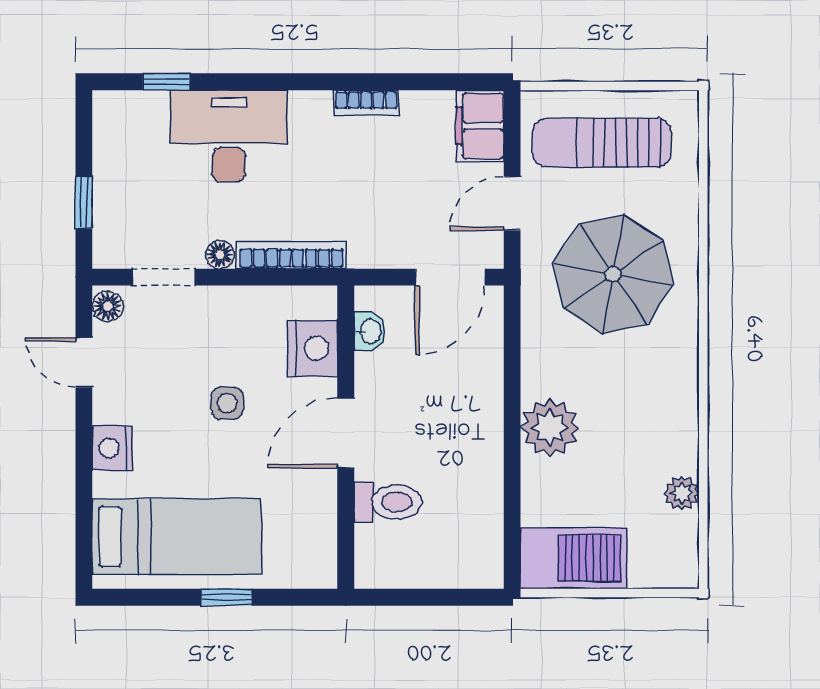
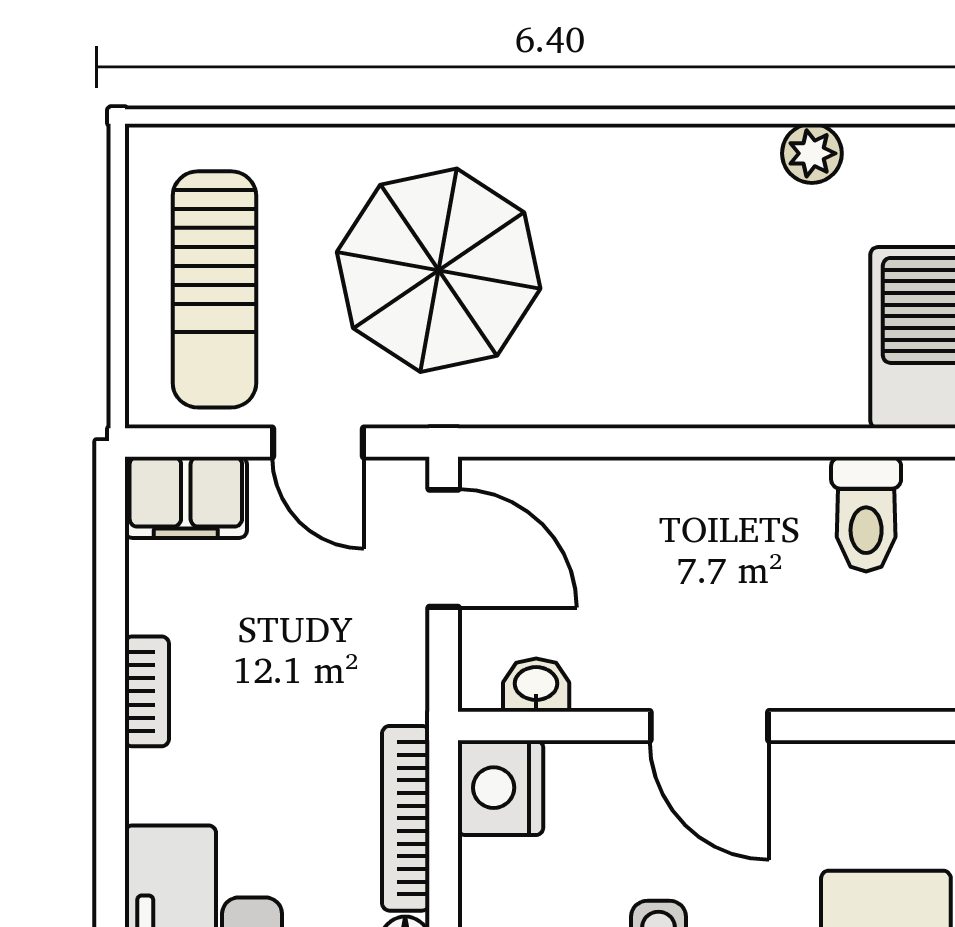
nightstand: (312, 348) -> (500, 788), moved, turned -90
plant: (550, 428) -> (700, 378), removed
toilet: (388, 502) -> (866, 514), moved, turned 180

